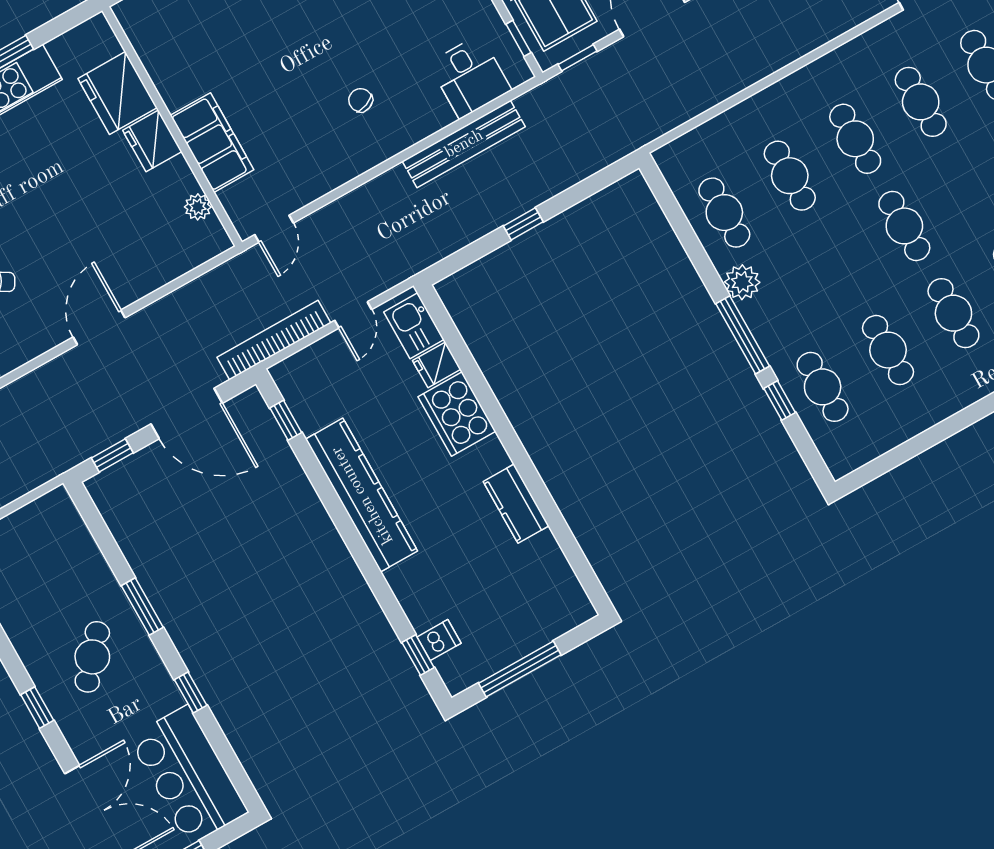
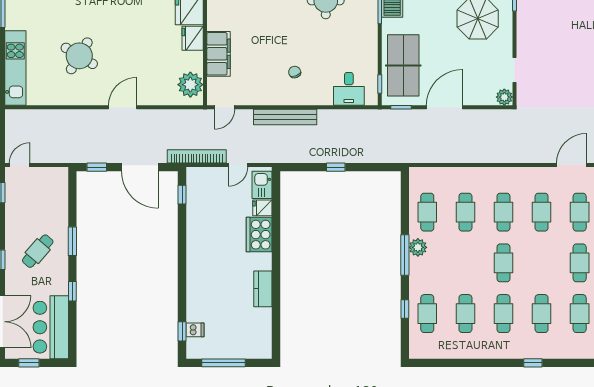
bench: (464, 144) -> (285, 117), moved
plant: (198, 207) -> (190, 85), width x1.88, depth x1.88
window: (743, 335) -> (405, 255), moved
kitchen counter: (362, 495) -> (197, 247), removed

